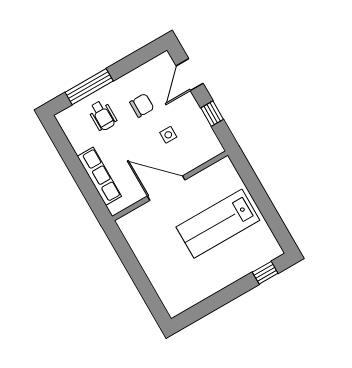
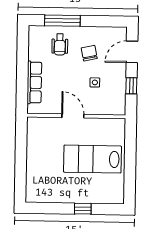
chair: (142, 105) -> (89, 53), turned -102
door: (166, 188) -> (73, 116), width x0.73
window: (265, 273) -> (83, 209), moved

